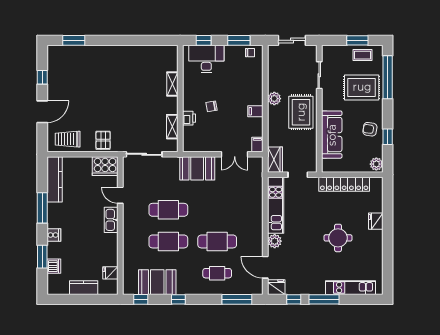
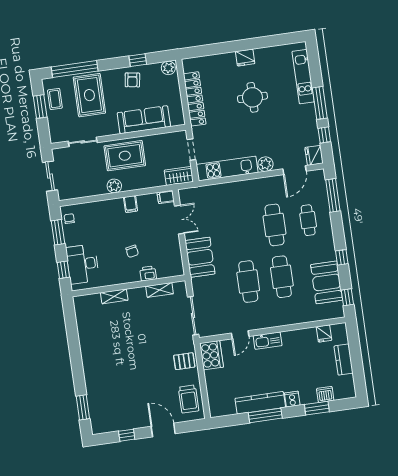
kitchen counter: (55, 179) -> (260, 403), moved
fridge: (376, 221) -> (245, 58), moved

